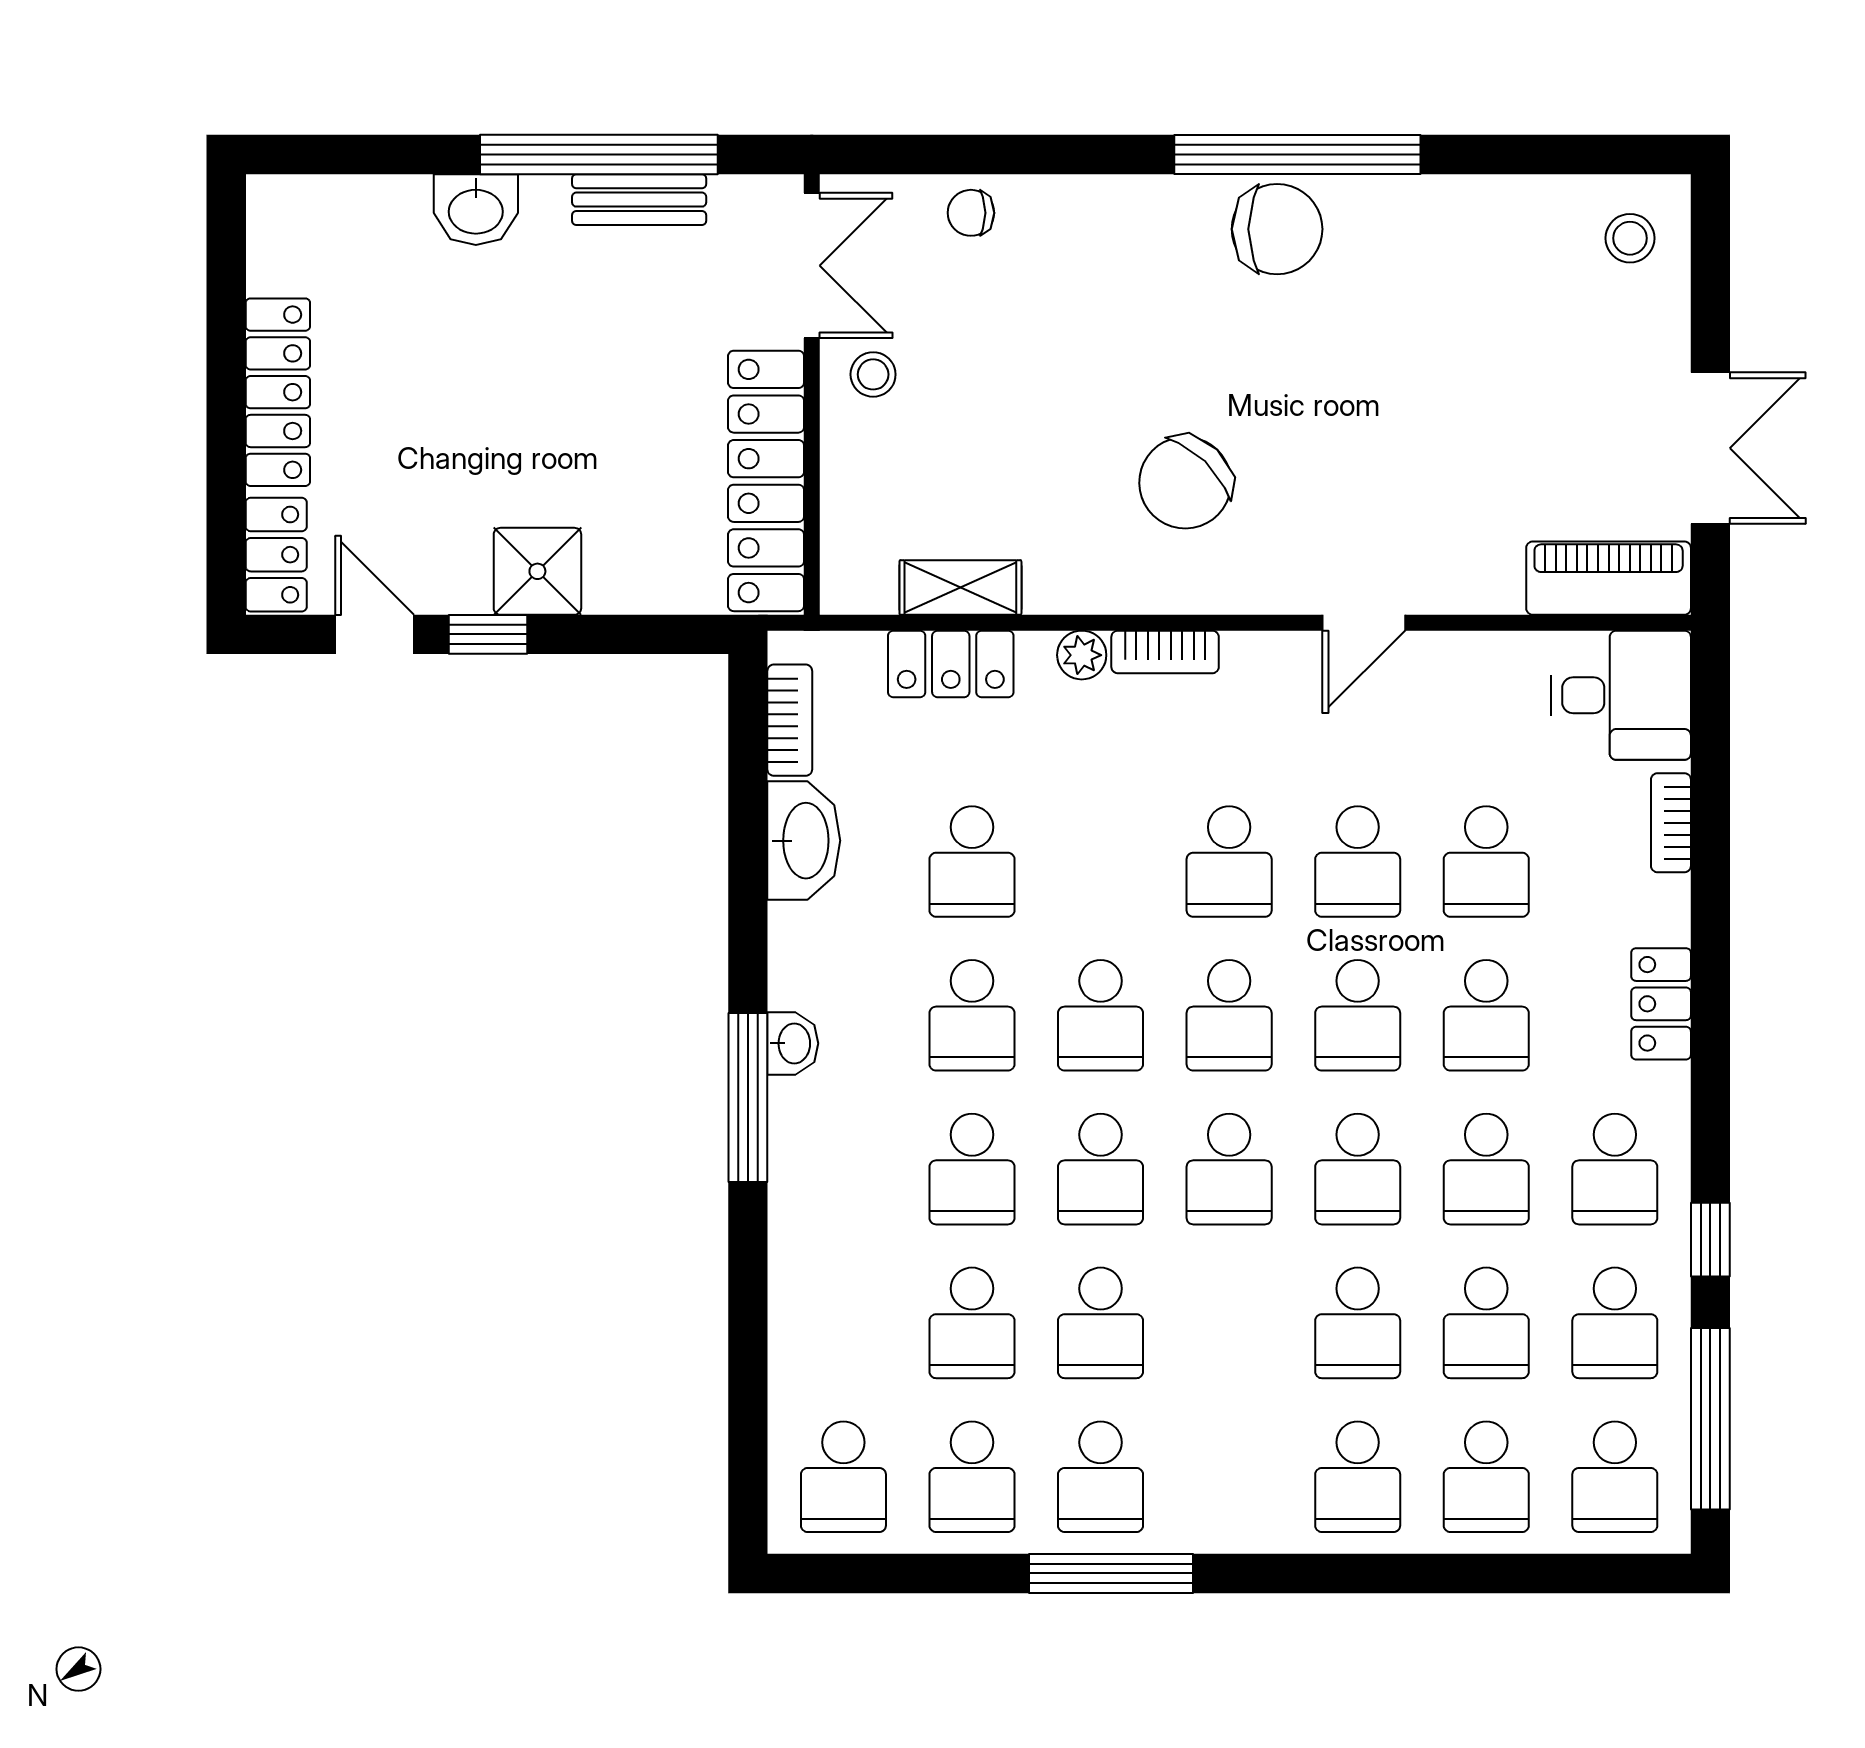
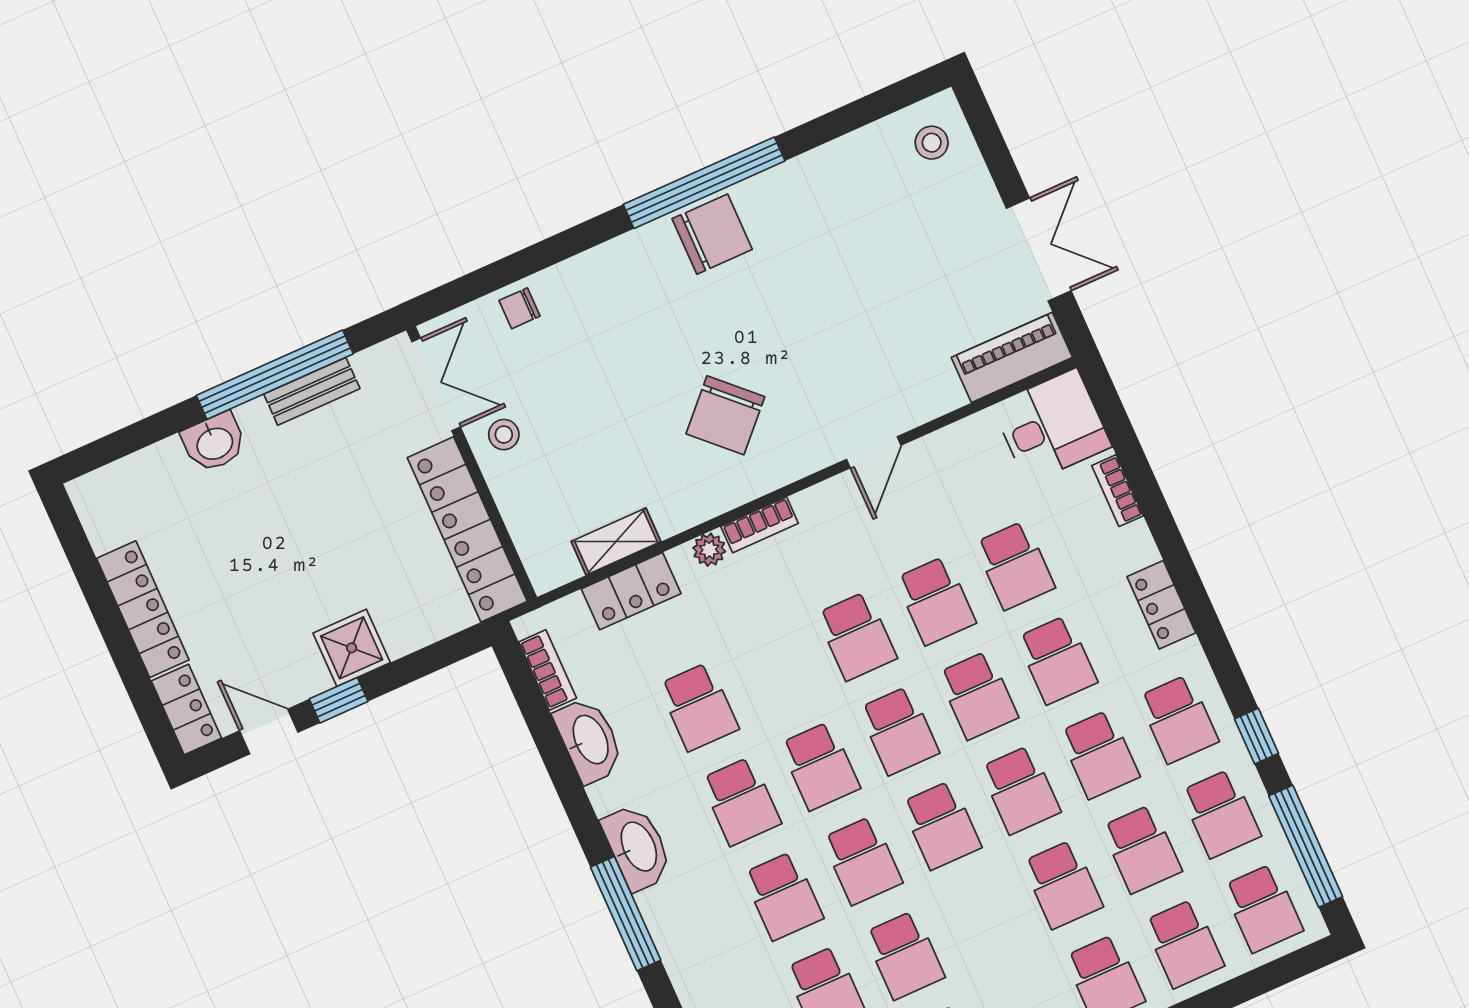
washbasin: (793, 1043) -> (637, 847), width x1.91, depth x1.45

